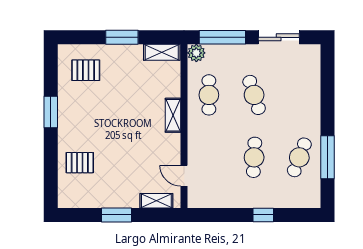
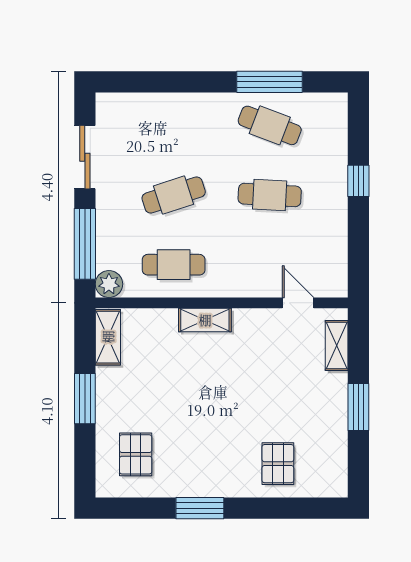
door: (184, 176) -> (298, 303), swing flipped

